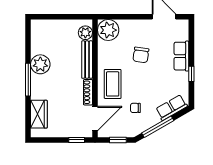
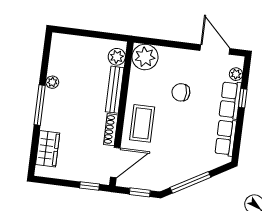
plant: (183, 35) -> (236, 74), added
chair: (141, 55) -> (181, 92), turned 82
plant: (40, 64) -> (52, 82), width x0.53, depth x0.53
window: (191, 74) -> (243, 98), moved
chair: (135, 108) -> (166, 156), removed
row of seats: (172, 108) -> (226, 138), moved, turned -60

